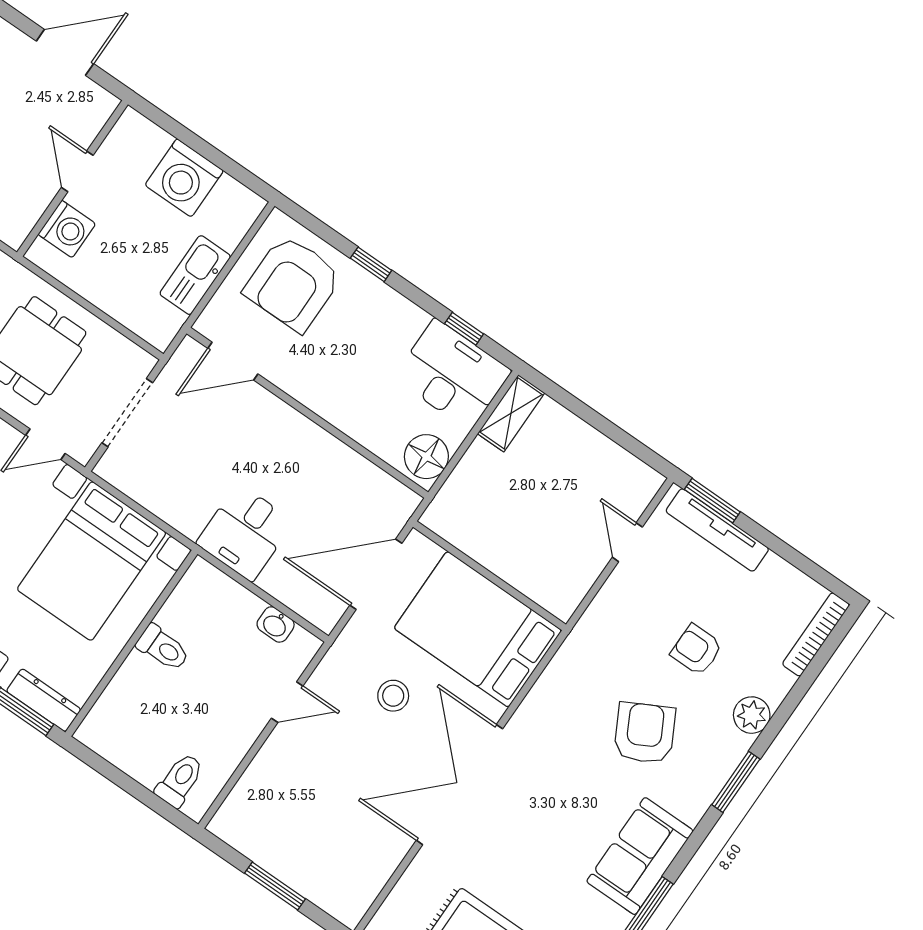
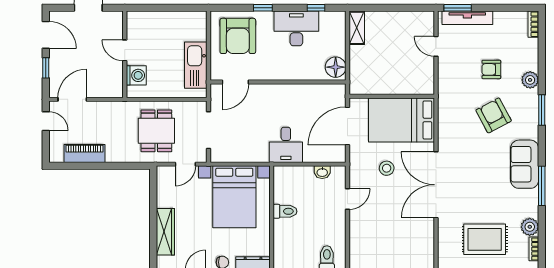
washing machine: (184, 178) -> (168, 24), removed
kitchen sink: (195, 275) -> (196, 65), width x1.36, depth x1.24
desk: (452, 374) -> (296, 28), moved
bookcase: (816, 634) -> (533, 24), width x0.64

